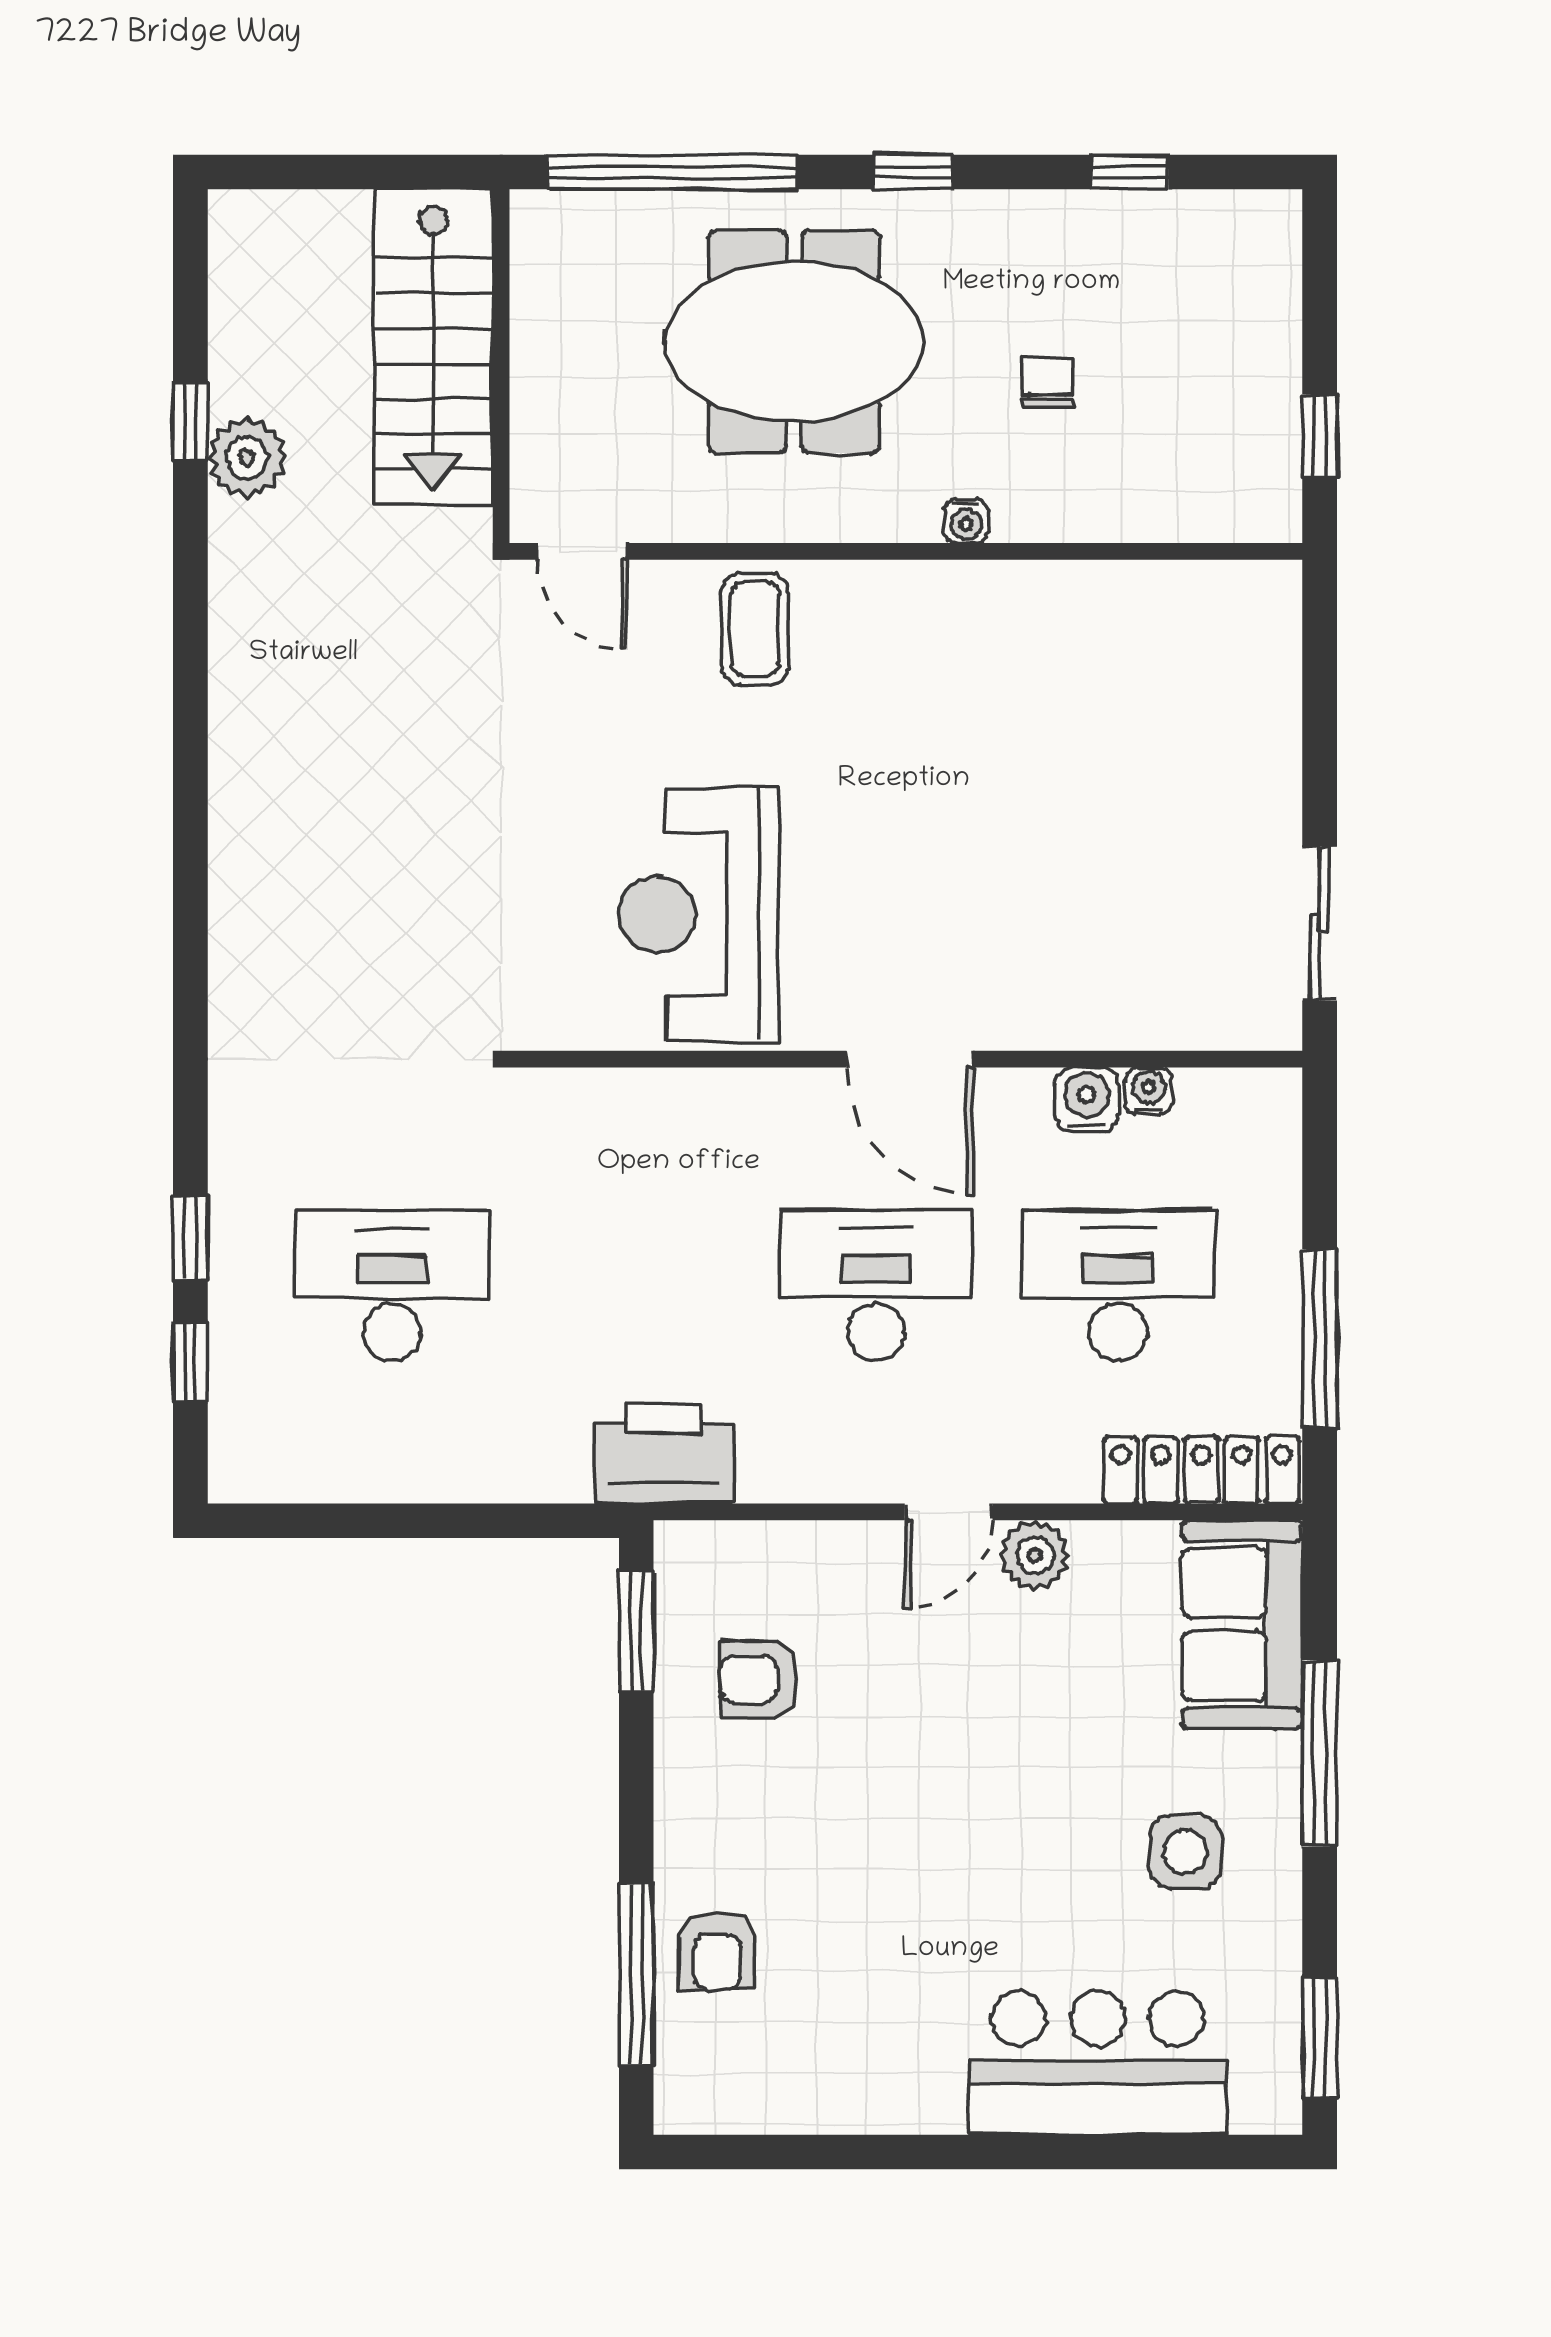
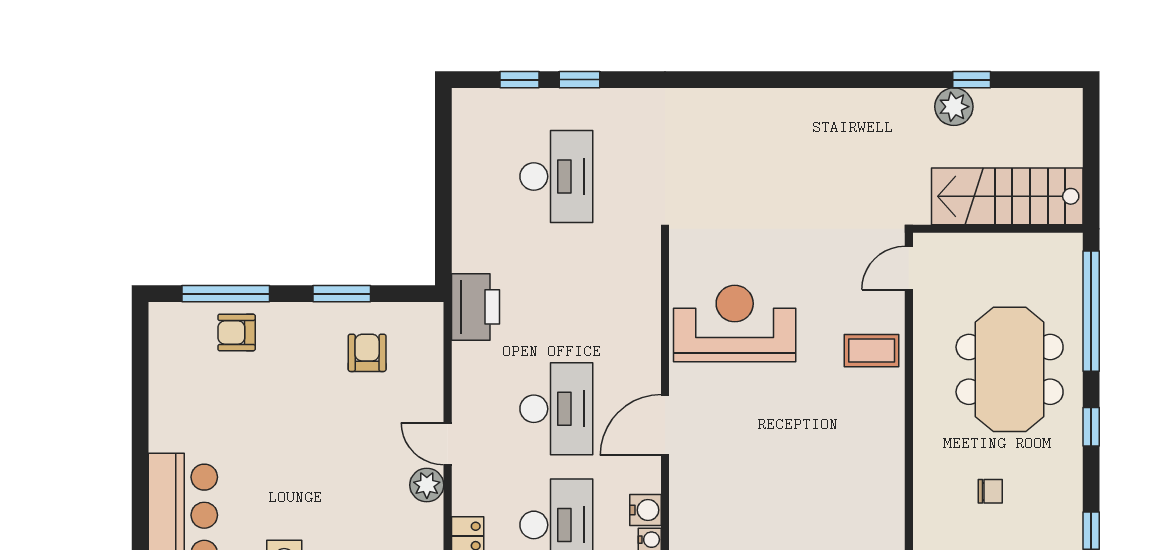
water cooler: (966, 521) -> (923, 452), removed
window: (636, 1632) -> (342, 294), moved

